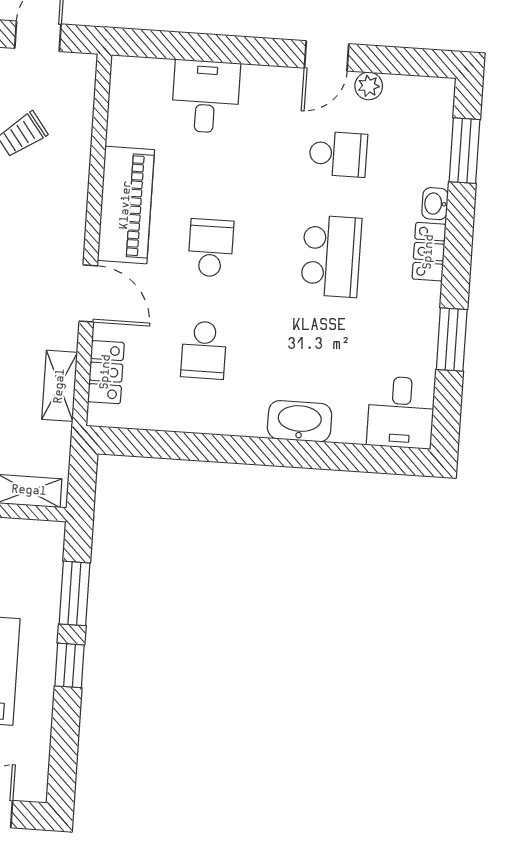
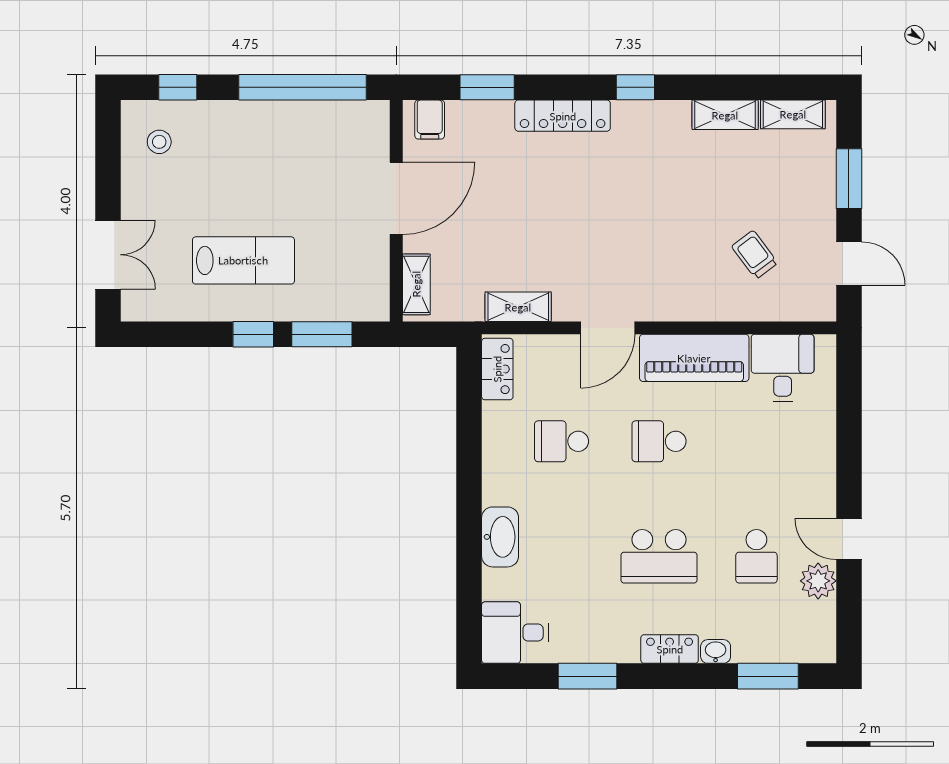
plant: (369, 86) -> (818, 581), width x1.38, depth x1.38
desk: (206, 97) -> (783, 368), moved, turned -90
school desk: (211, 248) -> (659, 441), turned 180
locker: (106, 372) -> (497, 369), moved, turned -90

